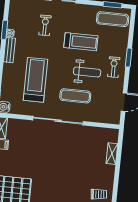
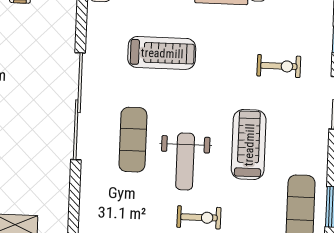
treadmill: (81, 42) -> (249, 145), turned 180
treadmill: (35, 80) -> (162, 53), width x0.73, depth x0.73

